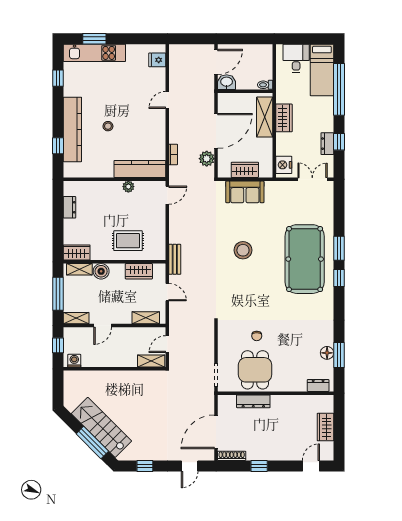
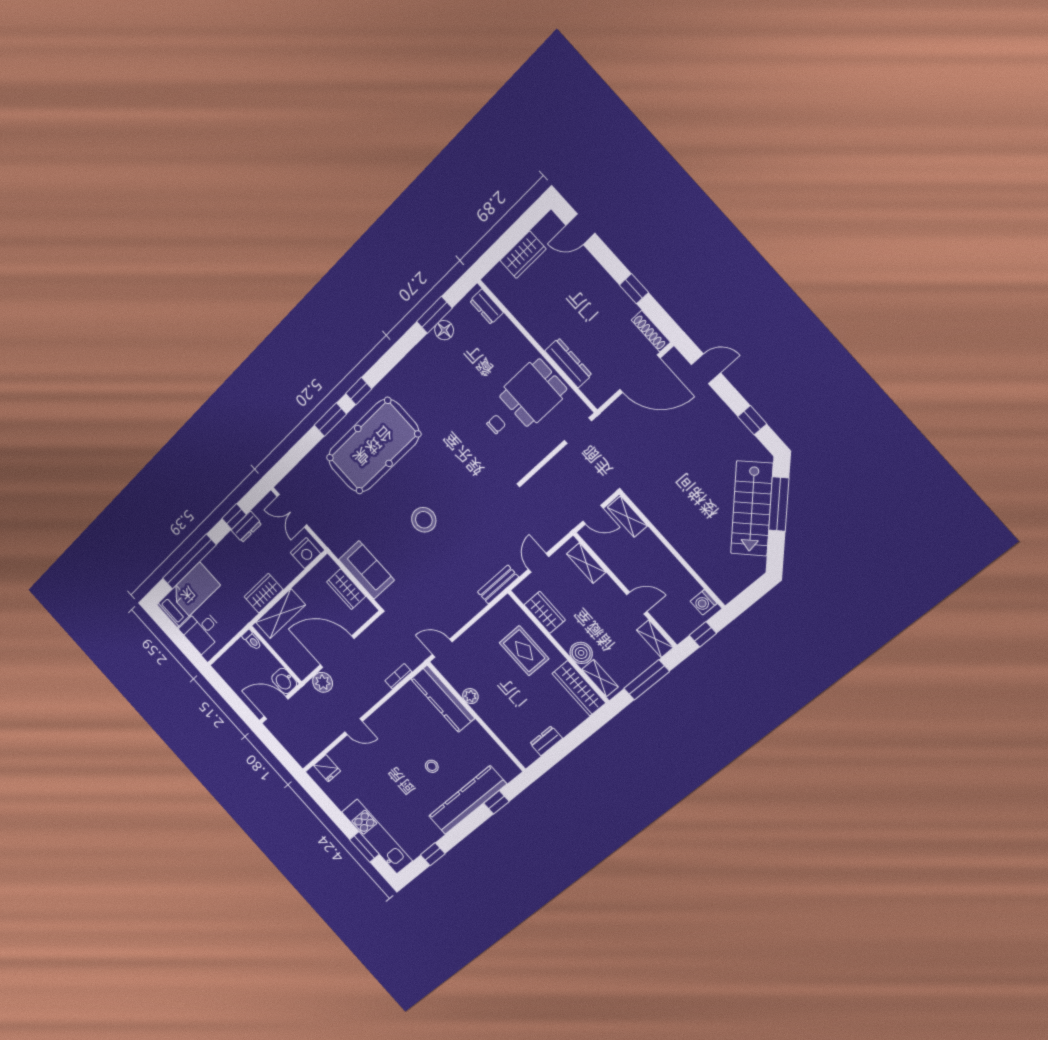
plant: (207, 159) -> (323, 682), moved
wardrobe: (77, 252) -> (579, 688), width x1.50

